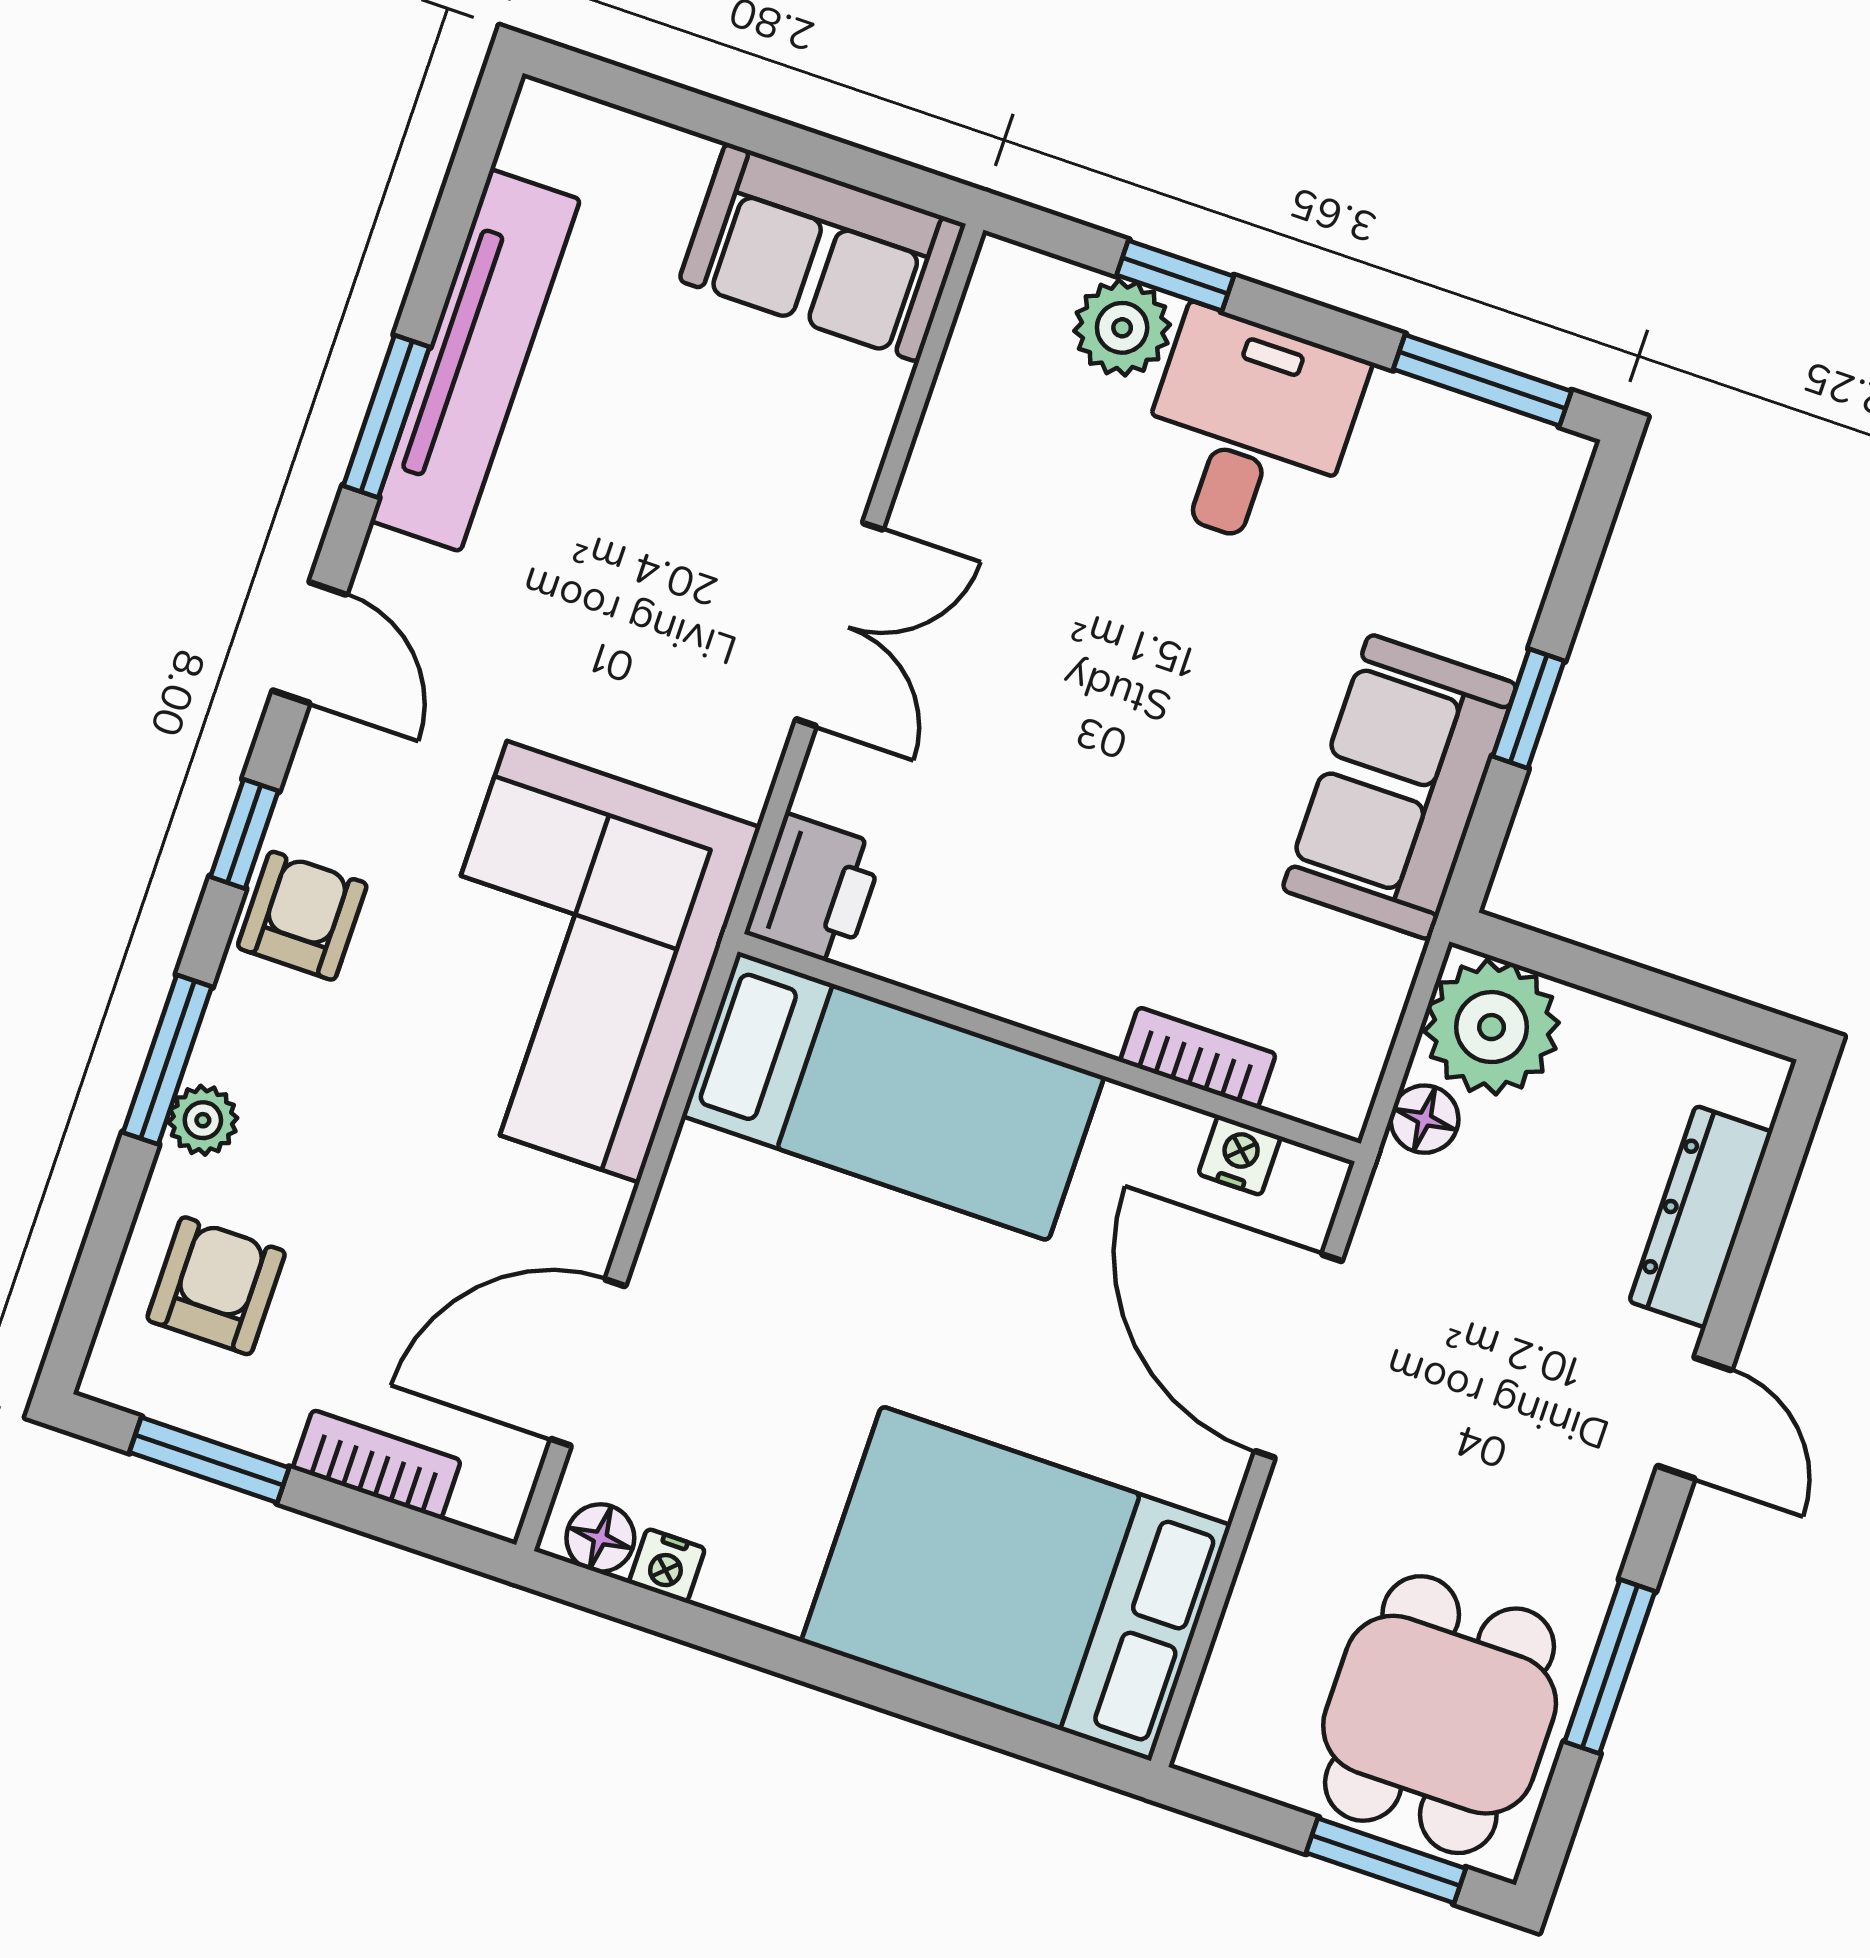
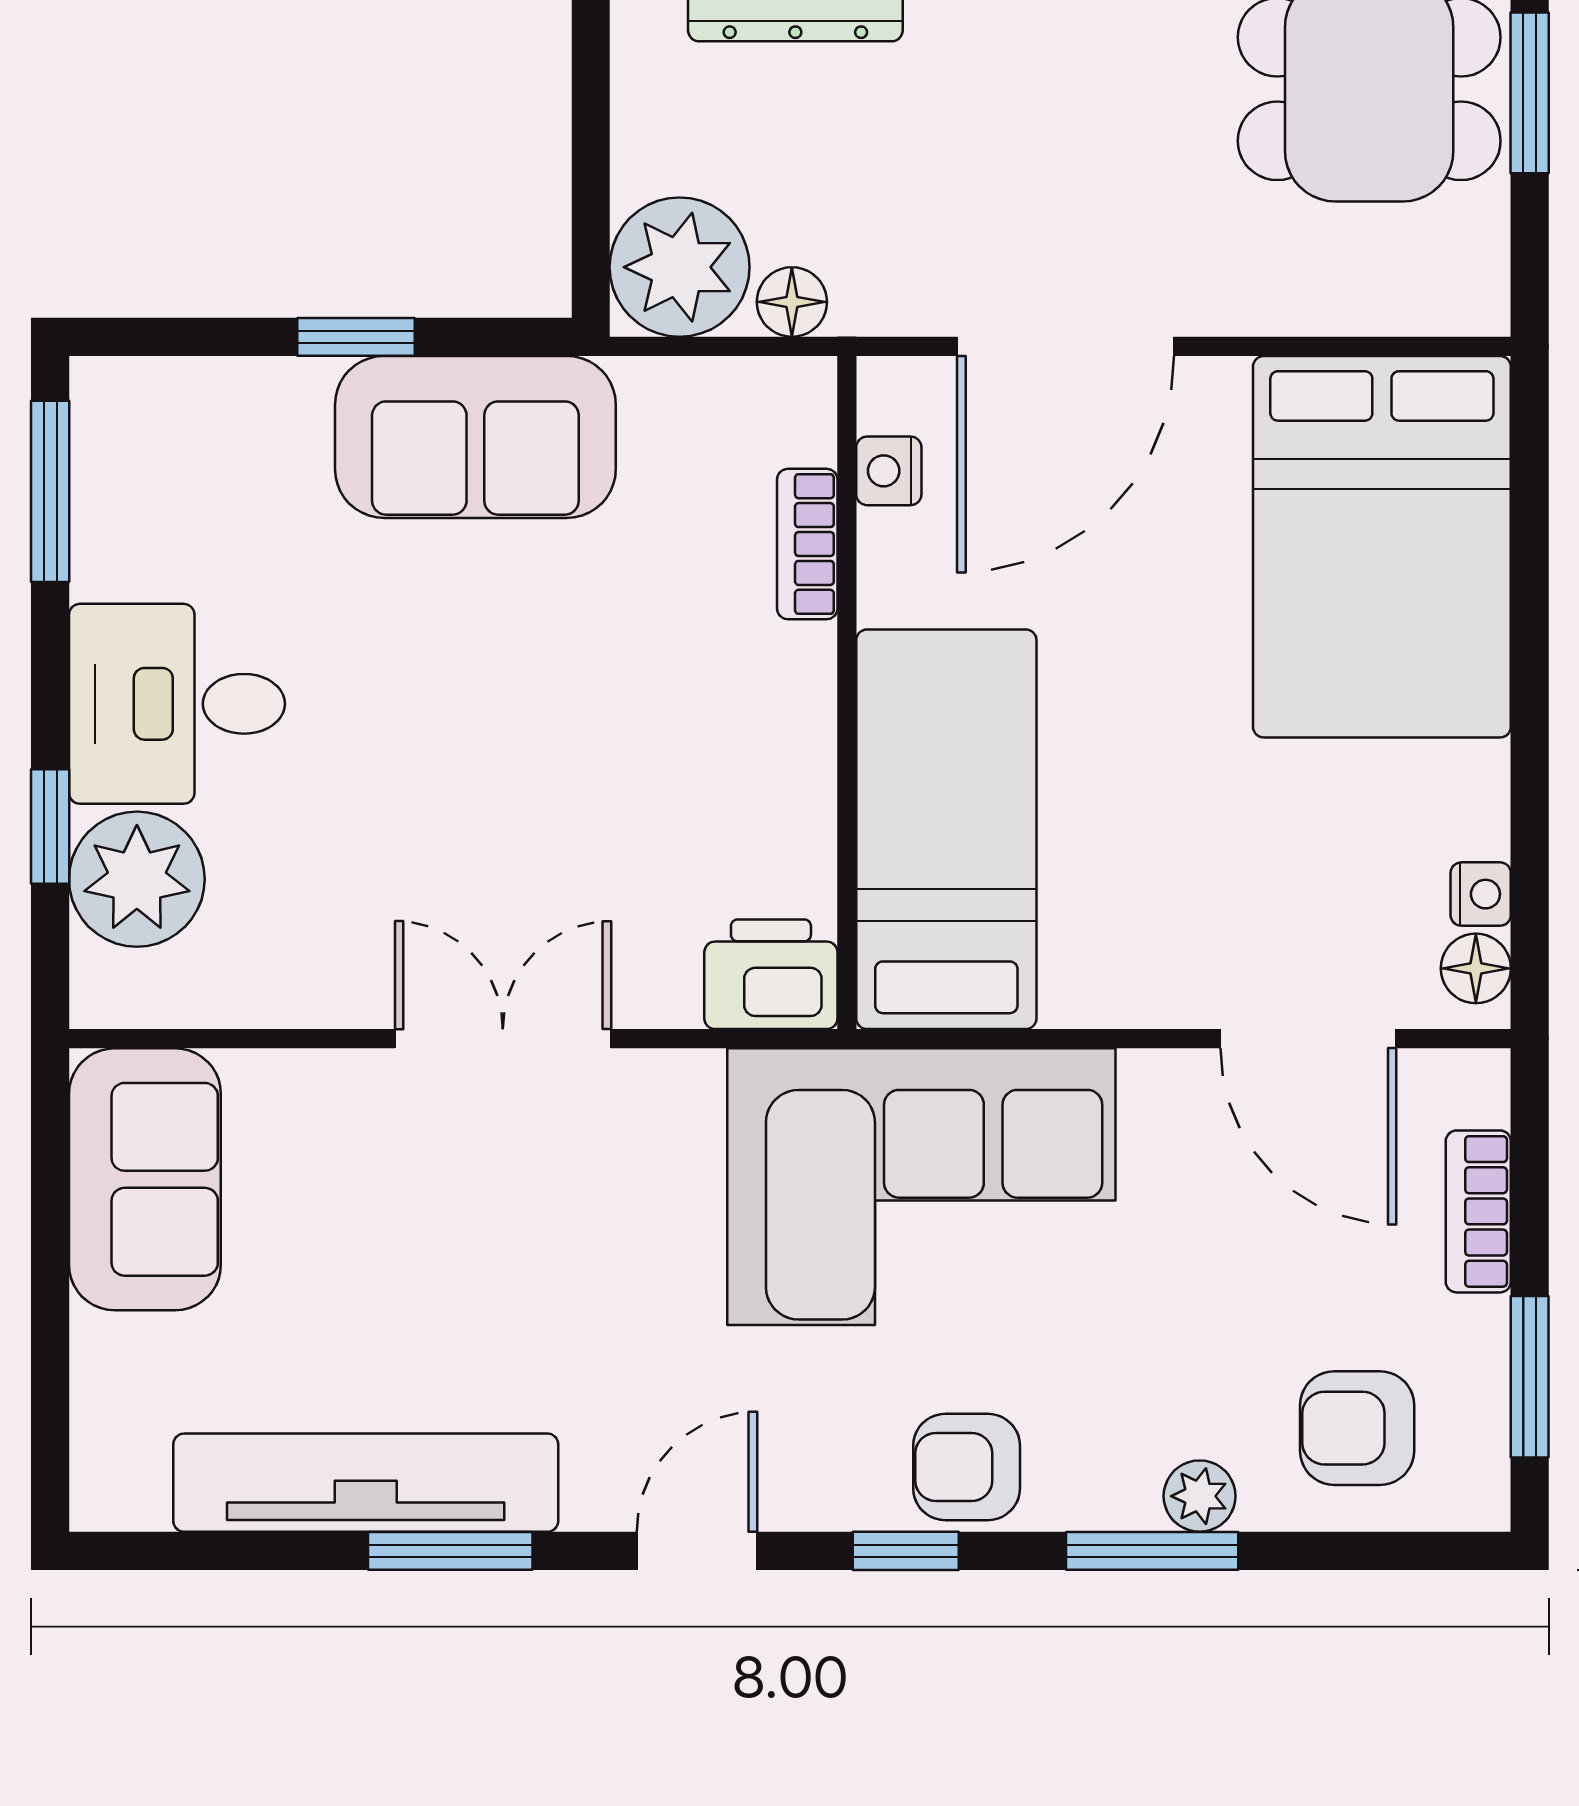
plant: (1122, 328) -> (137, 879), width x1.36, depth x1.36

